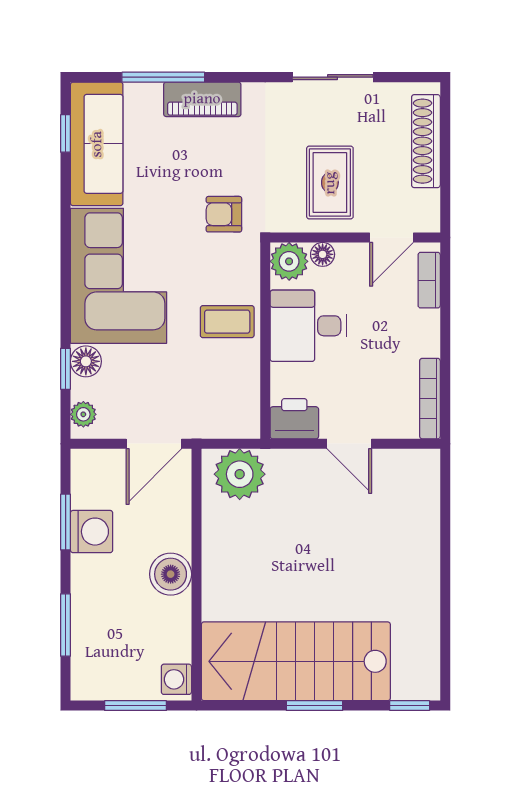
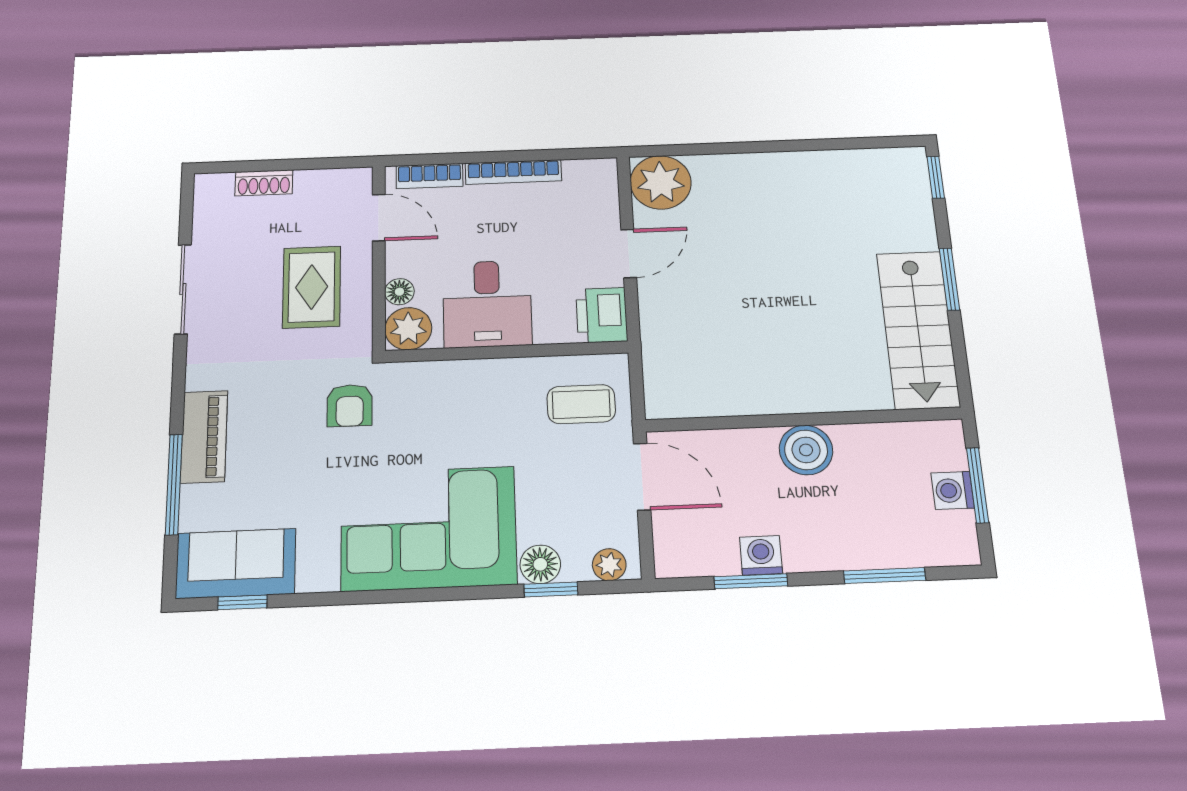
shoe rack: (426, 141) -> (264, 183), width x0.51, depth x0.81
sofa: (97, 144) -> (236, 563), width x0.73
rug: (330, 183) -> (312, 287), turned 90
coffee table: (227, 322) -> (581, 404), moved, turned 90
bookcase: (430, 399) -> (513, 172), moved
plant: (240, 474) -> (661, 182), moved
washing machine: (92, 532) -> (761, 555), width x0.73, depth x0.73
stairs: (296, 661) -> (918, 329), width x0.73, depth x0.66
washing machine: (176, 679) -> (953, 490), moved, turned 90

